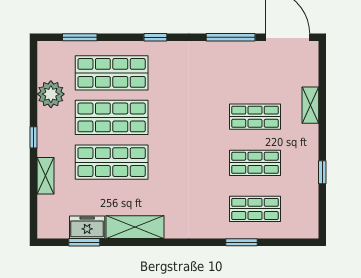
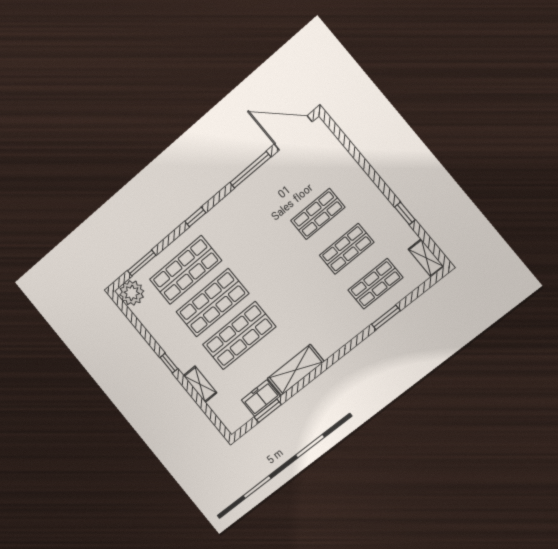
plant: (51, 94) -> (132, 293), moved
shelving: (310, 105) -> (426, 258), moved

